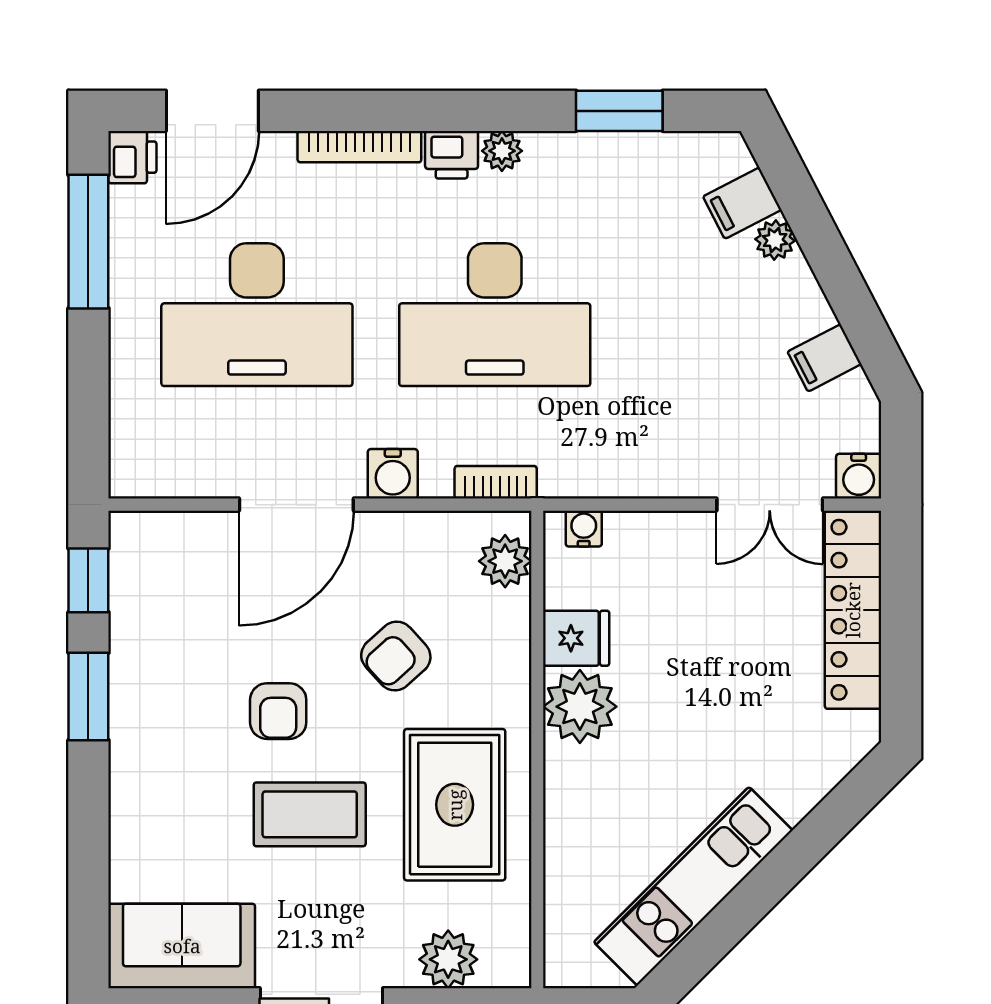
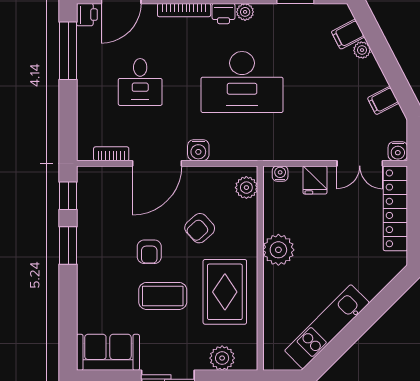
desk: (257, 315) -> (140, 82), width x0.53, depth x0.77
bookcase: (496, 482) -> (111, 154), moved
fridge: (576, 638) -> (315, 180), moved, turned 90

